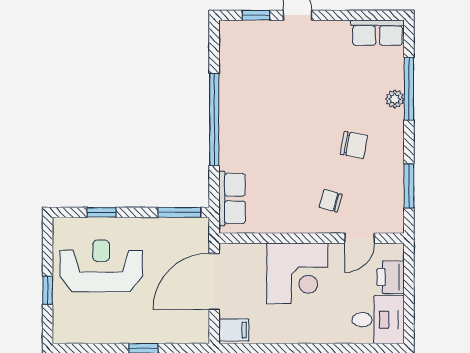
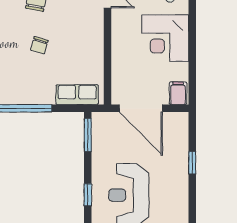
chair: (331, 201) -> (39, 45), moved
corner desk: (297, 273) -> (165, 38), moved, turned 180

